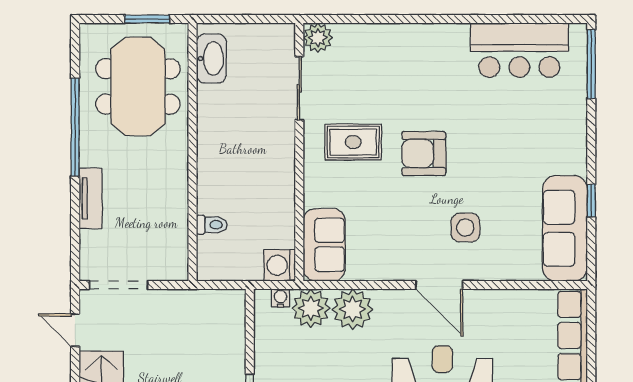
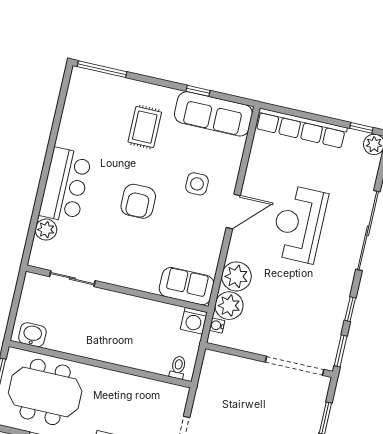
plant: (318, 38) -> (46, 230), moved
bar counter: (519, 50) -> (65, 185), moved
washbasin: (211, 58) -> (32, 335), width x0.72
rug: (353, 142) -> (145, 127), moved
toilet: (212, 225) -> (178, 367), moved

